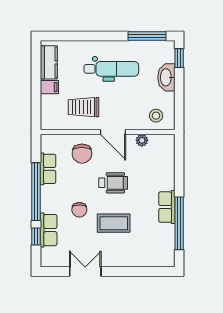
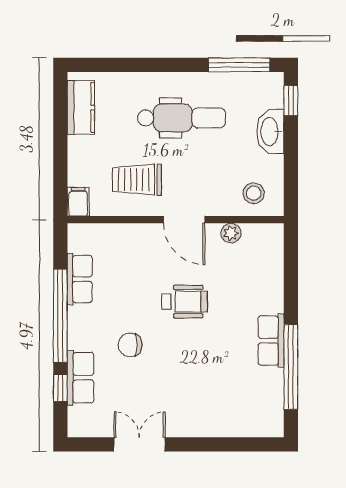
filing cabinet: (49, 87) -> (78, 202), moved, turned -90
chair: (82, 154) -> (134, 254), removed
chair: (79, 210) -> (130, 345), turned 90
coffee table: (114, 223) -> (185, 367), removed

